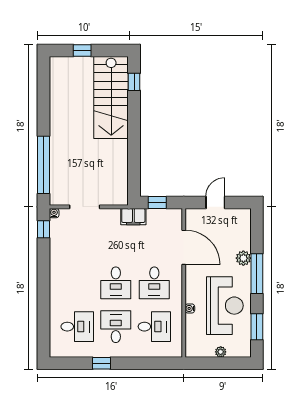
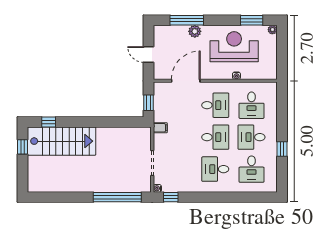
window: (82, 50) -> (23, 147), moved
filing cabinet: (133, 217) -> (160, 128), width x0.50
window: (257, 274) -> (187, 20), moved
desk: (77, 283) -> (215, 169), added
desk: (77, 327) -> (252, 169), turned 180
desk: (154, 327) -> (252, 105), turned 180
plant: (221, 352) -> (272, 30), moved

